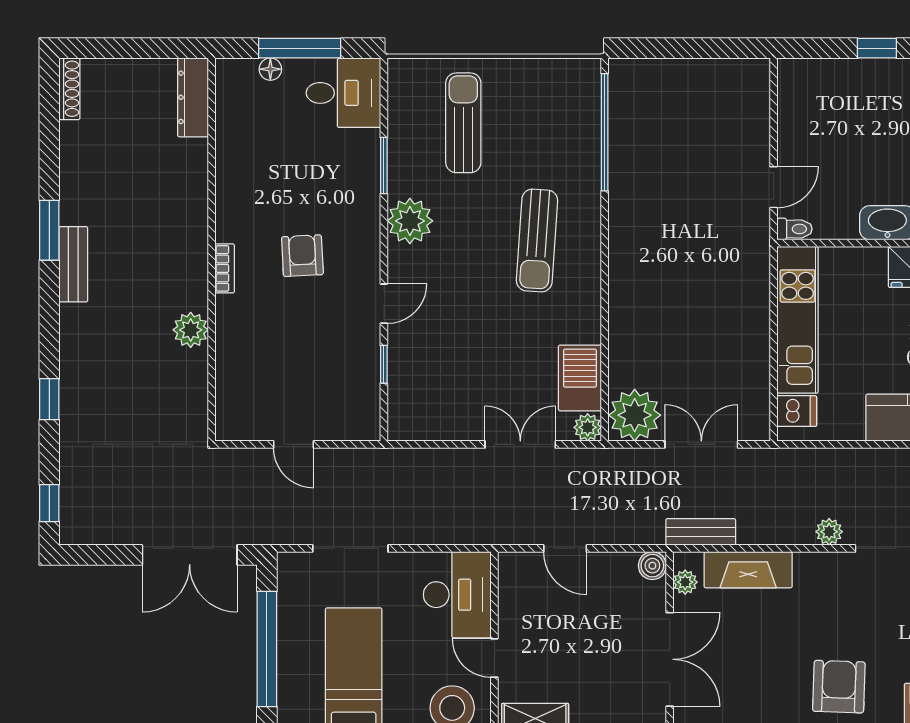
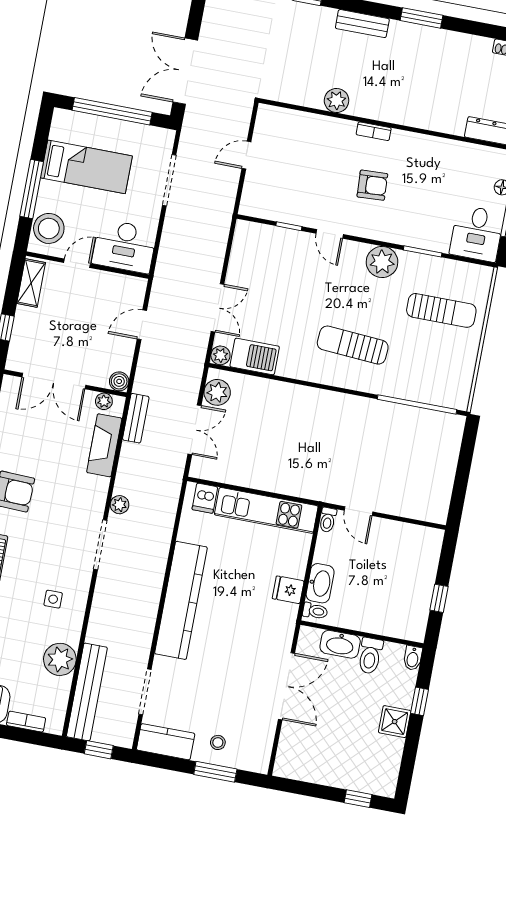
bench: (73, 264) -> (362, 24), moved
plant: (635, 415) -> (217, 392), width x0.73, depth x0.73

